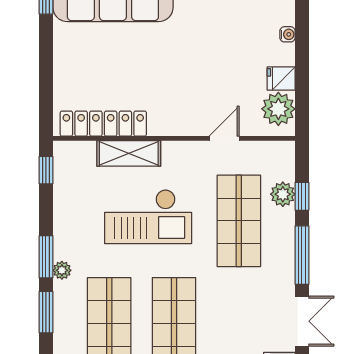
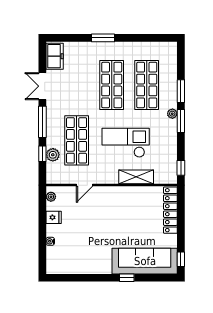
plant: (278, 109) -> (51, 197), width x0.53, depth x0.53
locker: (103, 124) -> (170, 210), moved, turned 90

